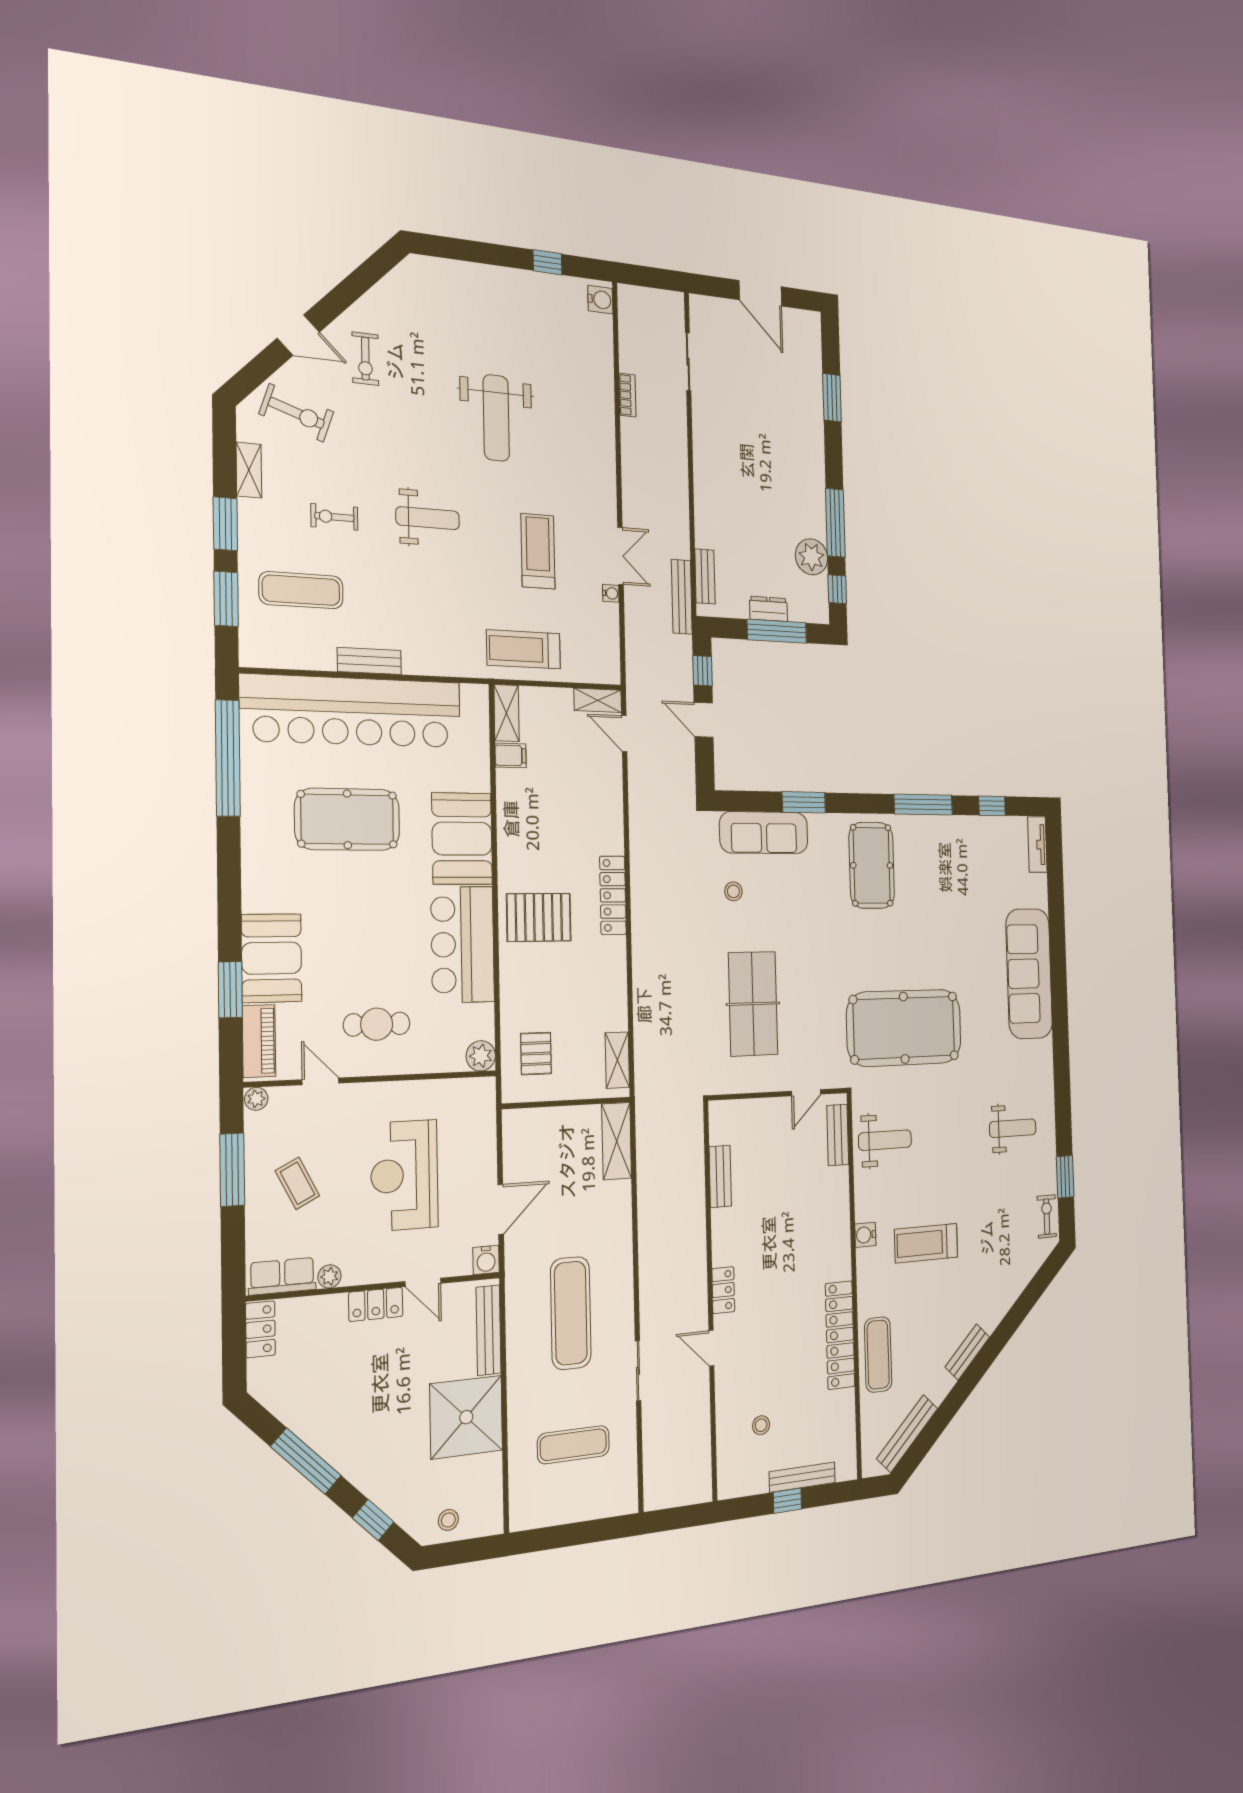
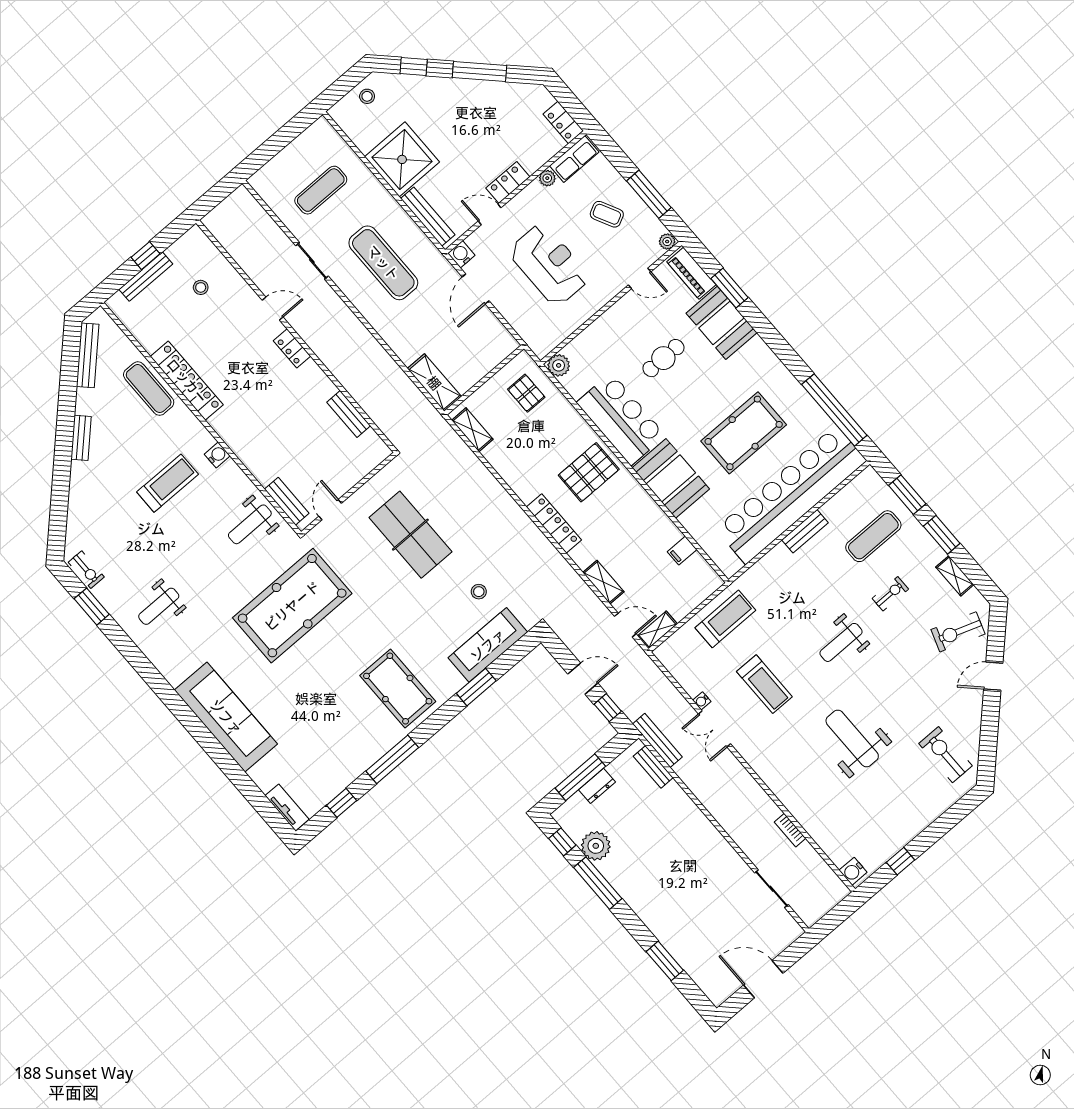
exercise bike: (365, 359) -> (945, 755), moved, width x1.38, depth x1.39
shelving: (507, 713) -> (603, 582), moved
cafe table: (377, 1024) -> (663, 358), moved

